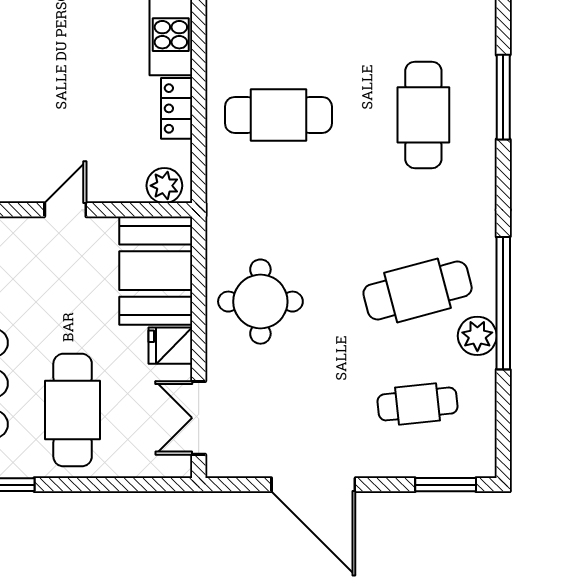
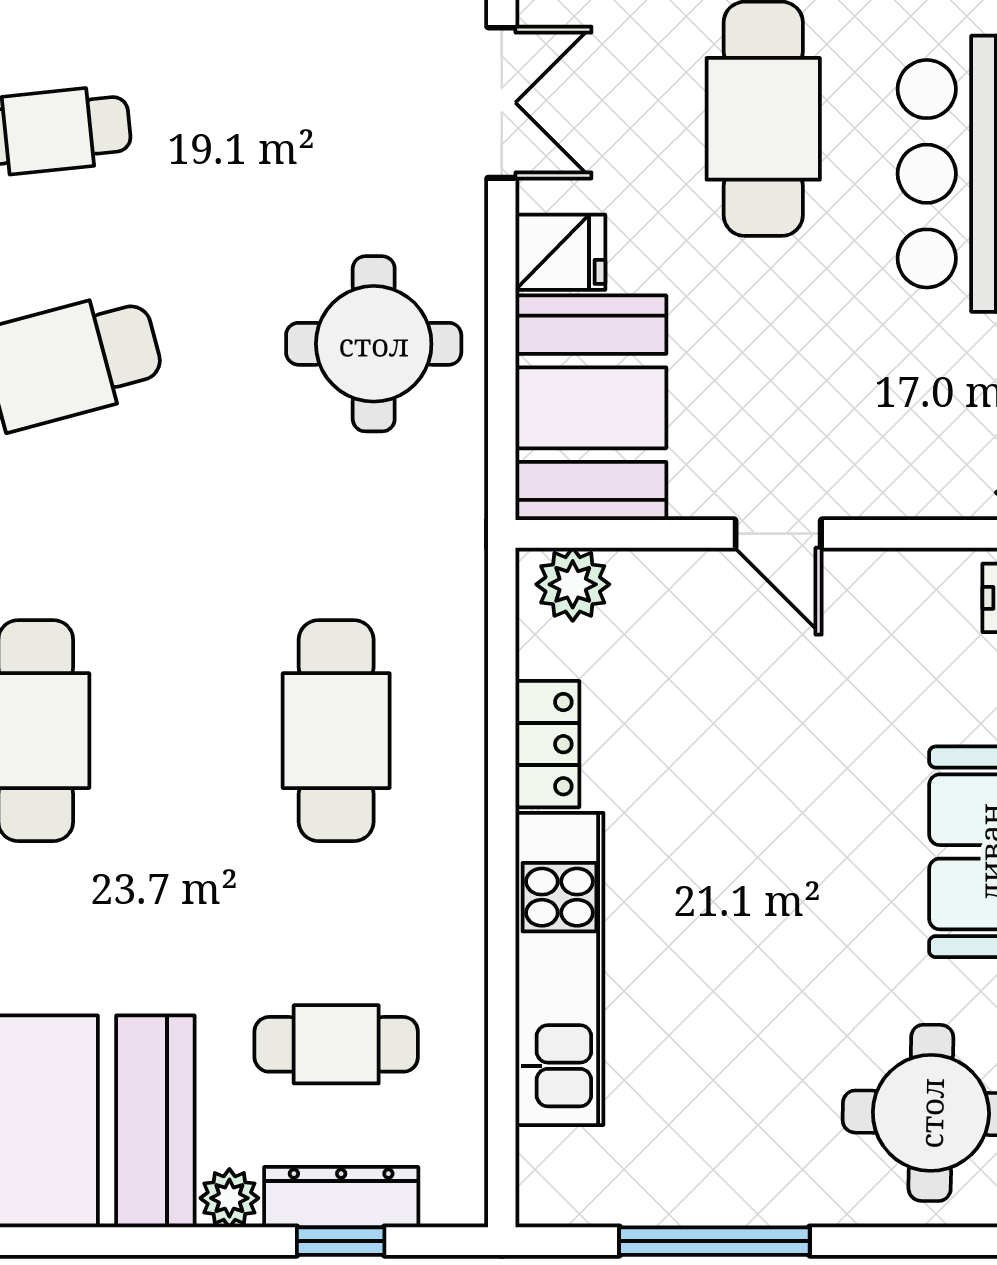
cafe table: (278, 115) -> (336, 731), turned 90
door: (65, 210) -> (778, 534), hinge flipped

